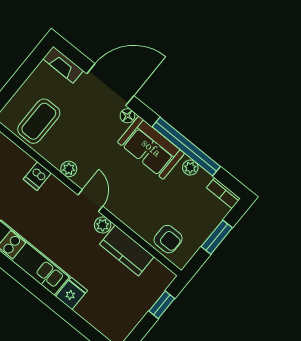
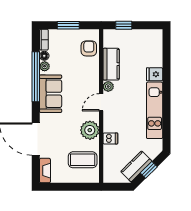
floor lamp: (127, 116) -> (44, 56), moved
plant: (69, 169) -> (90, 130), width x1.87, depth x1.87

